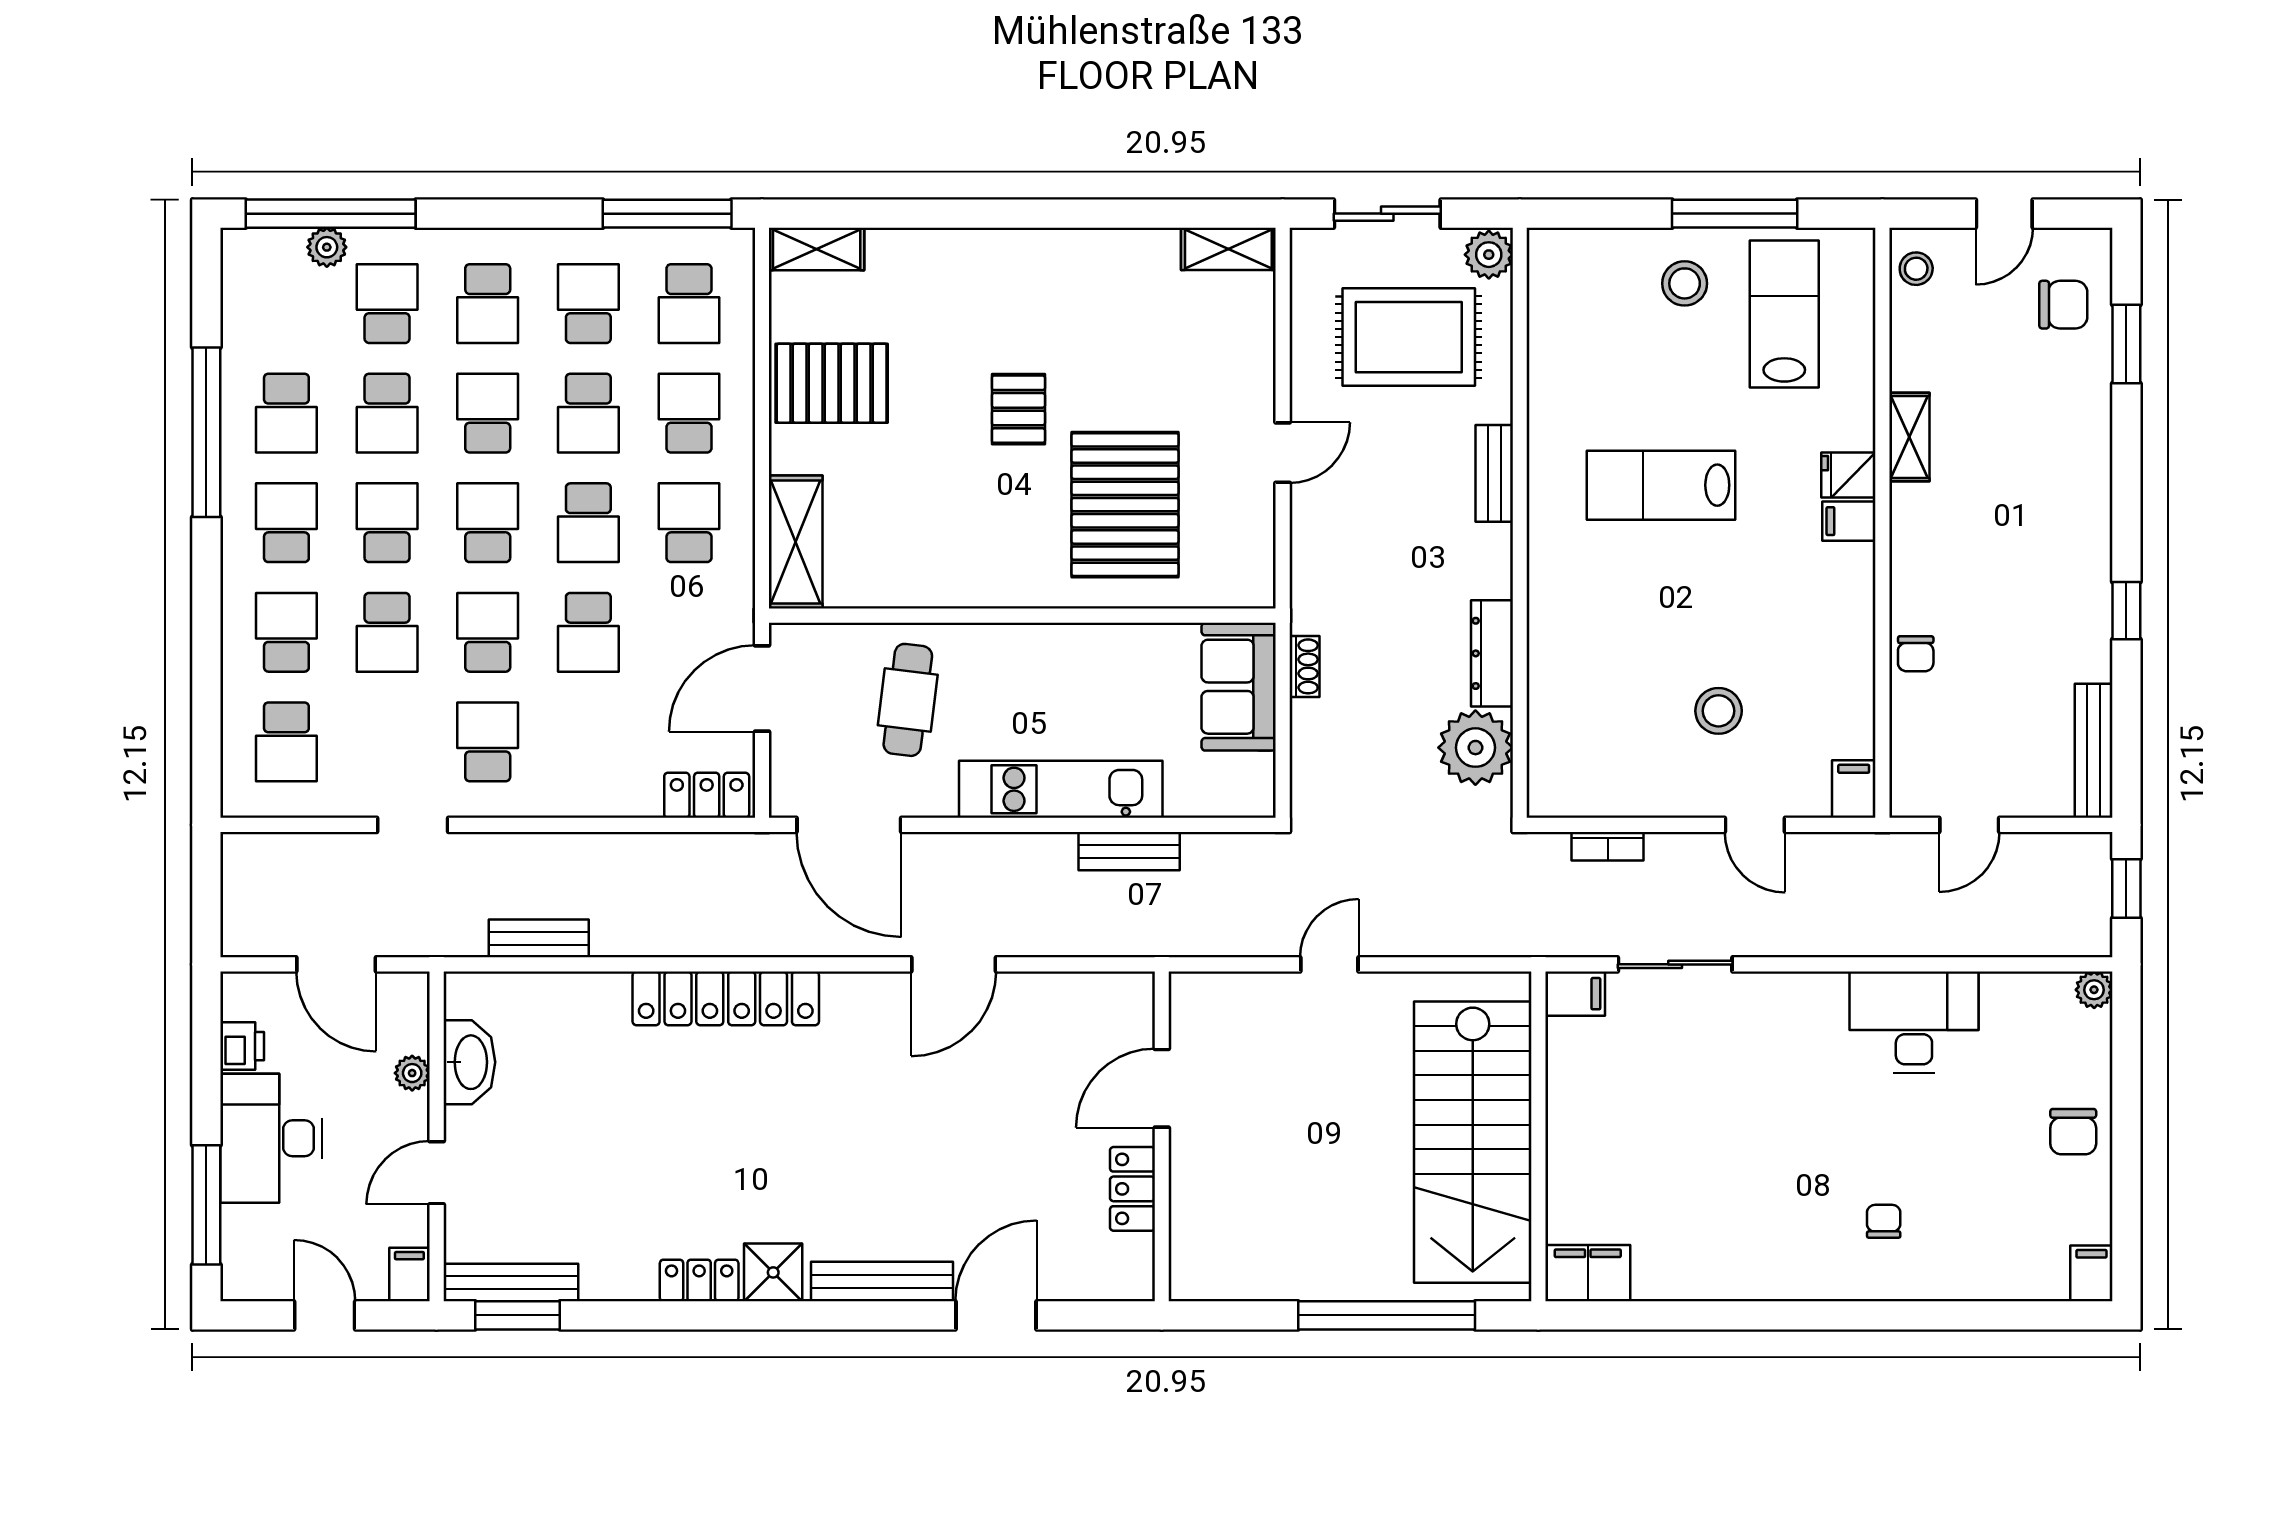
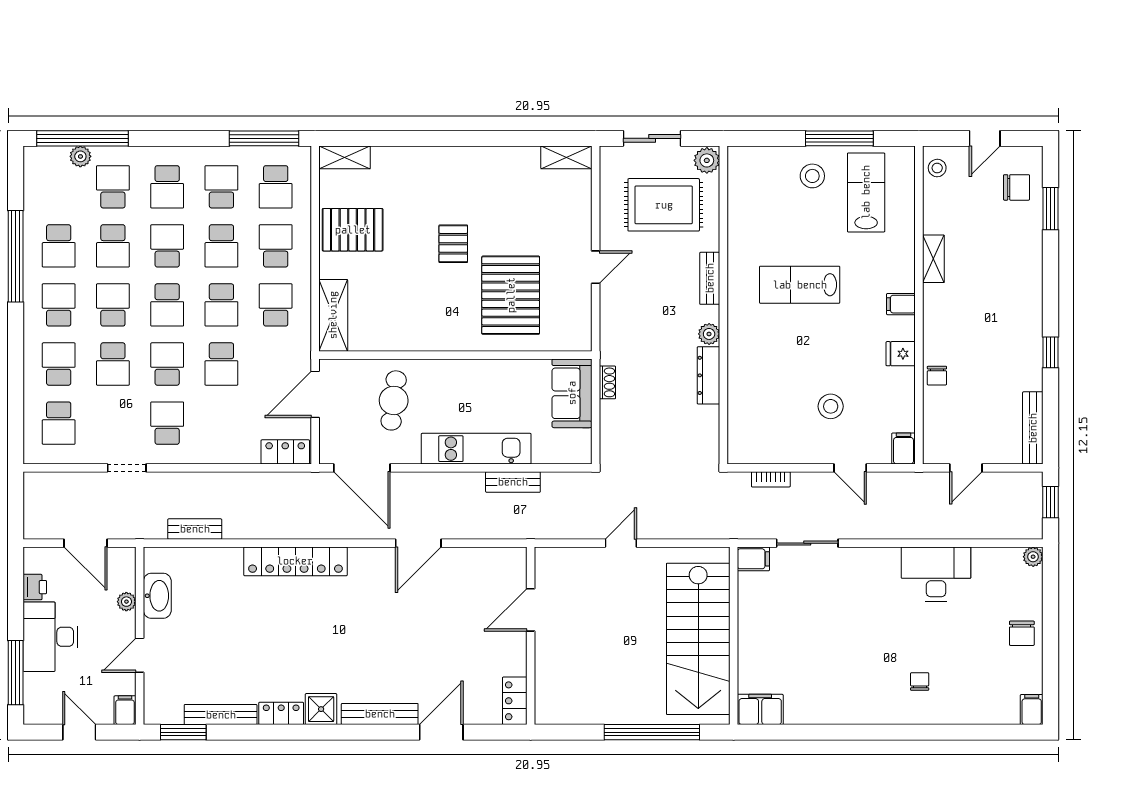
fridge: (1848, 475) -> (901, 354), moved
school desk: (488, 523) -> (167, 305), turned 180
plant: (1475, 748) -> (709, 334), moved, width x0.53, depth x0.53
locker: (1132, 1189) -> (515, 701), moved
bench: (511, 1283) -> (221, 715), moved

